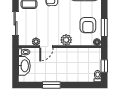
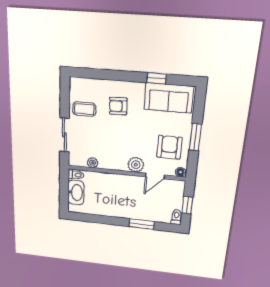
armchair: (88, 25) -> (169, 147), turned 180
window: (104, 27) -> (195, 137), moved
door: (46, 47) -> (155, 176), moved
window: (51, 85) -> (142, 224), moved

